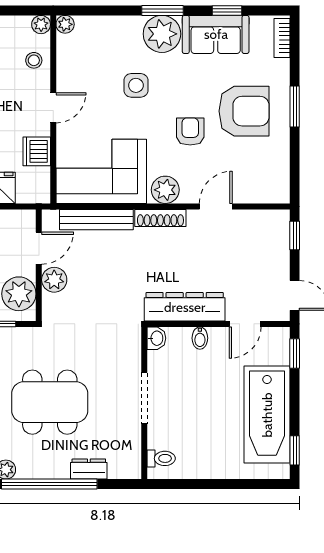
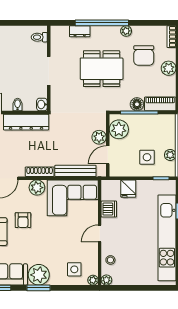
side table: (136, 85) -> (74, 269), moved

